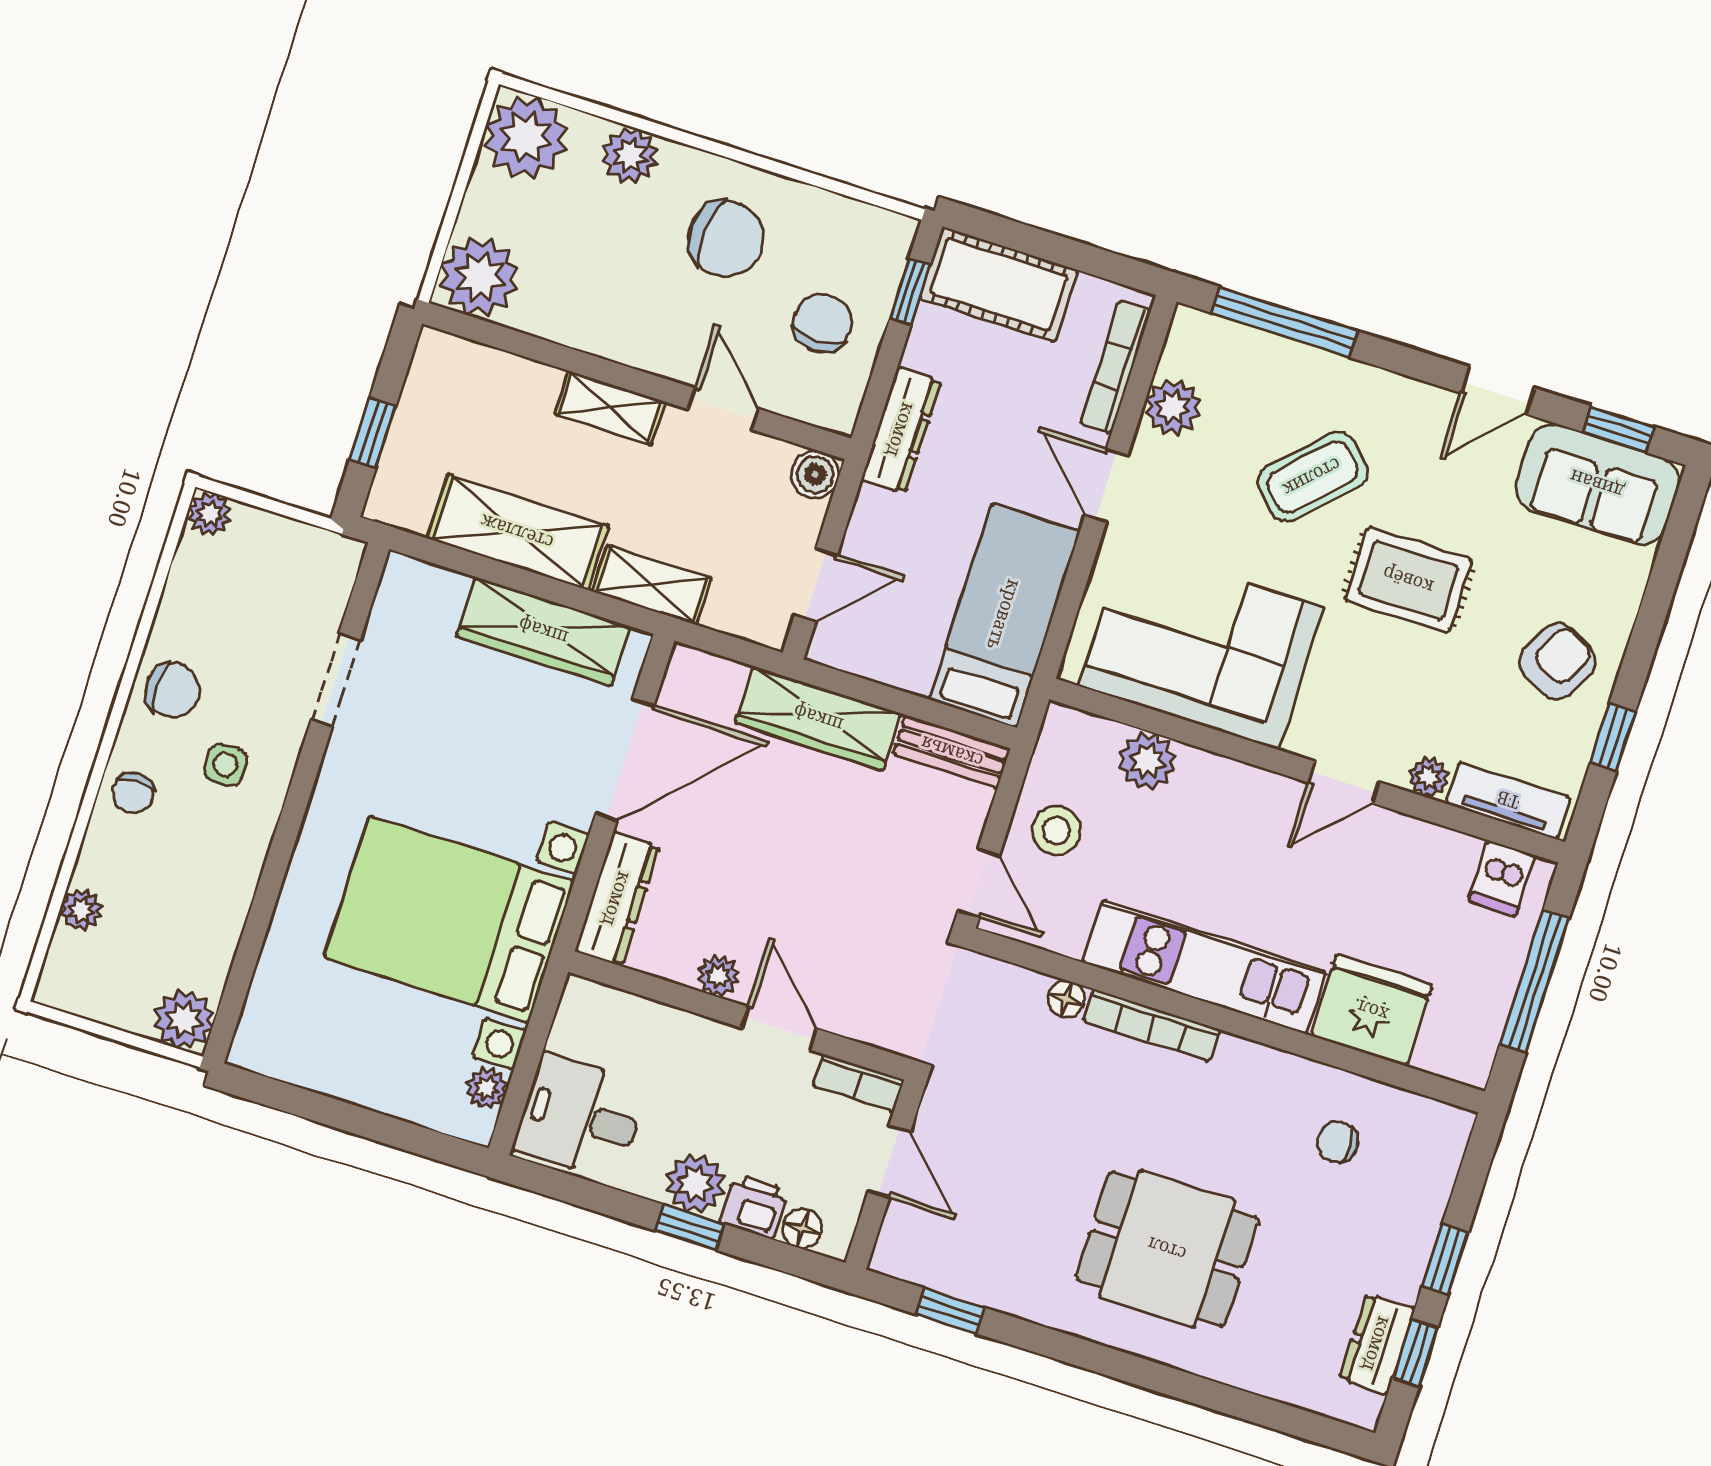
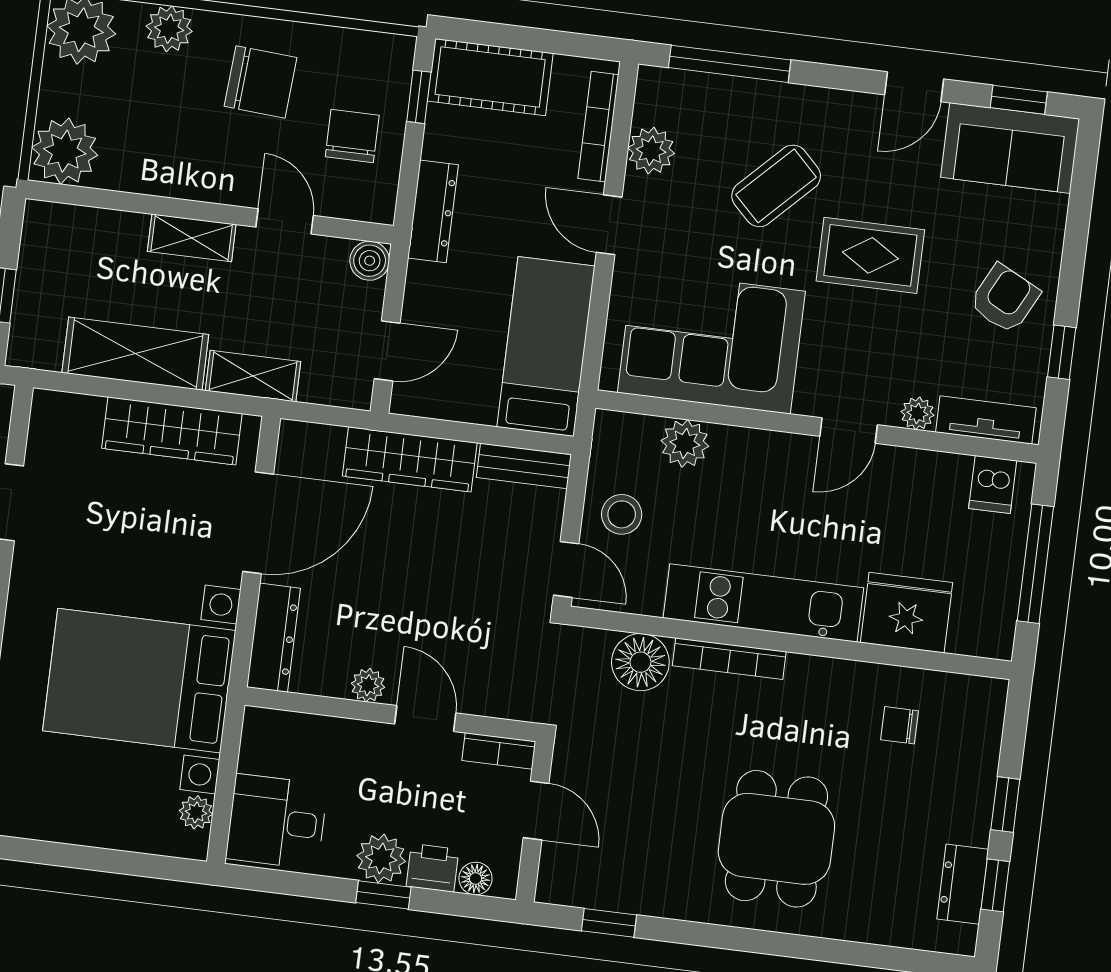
floor lamp: (1066, 999) -> (640, 662), width x1.89, depth x1.89
dining table: (1167, 1249) -> (776, 839), turned 90

